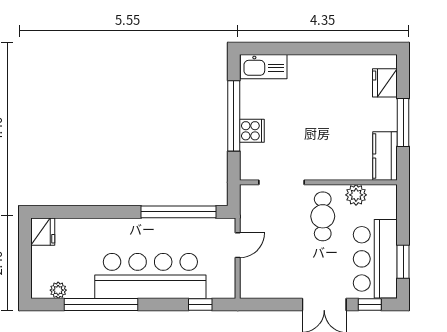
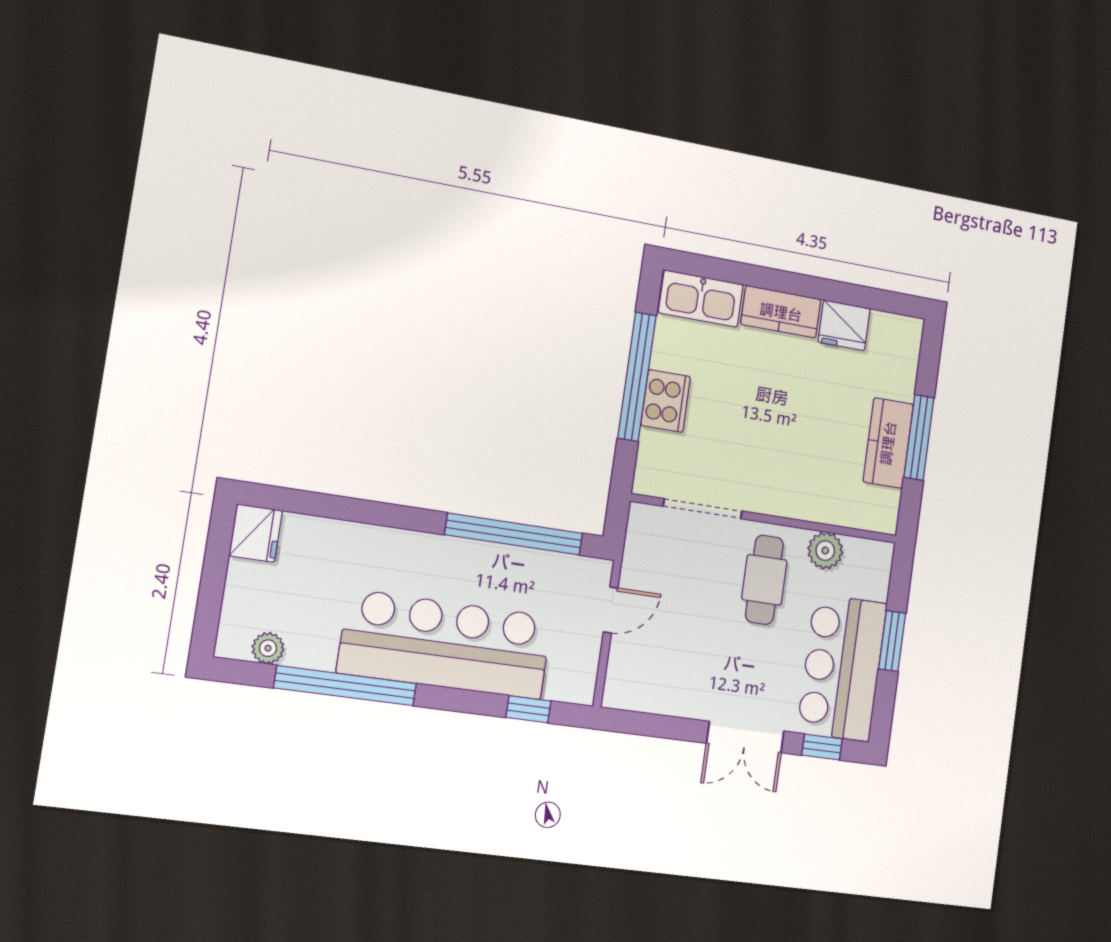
kitchen counter: (311, 66) -> (781, 312), added
fridge: (385, 83) -> (844, 325), moved, turned -90
cooker: (252, 131) -> (666, 401), width x1.36
kitchen counter: (385, 156) -> (888, 443), moved
window: (403, 262) -> (892, 641), moved

